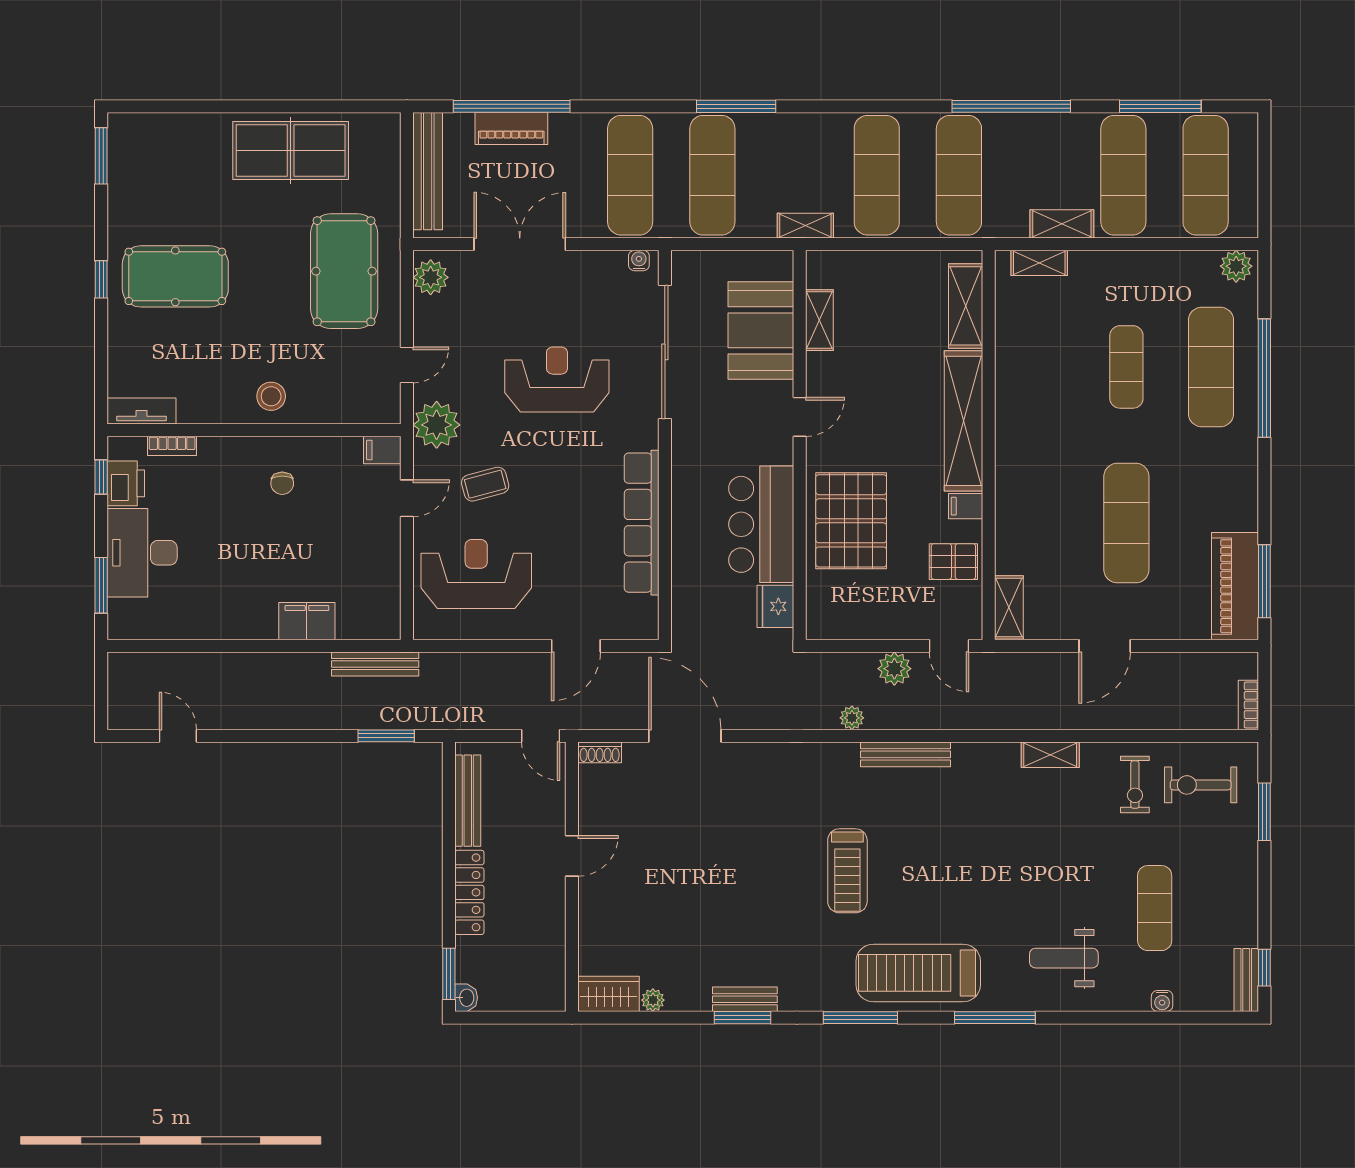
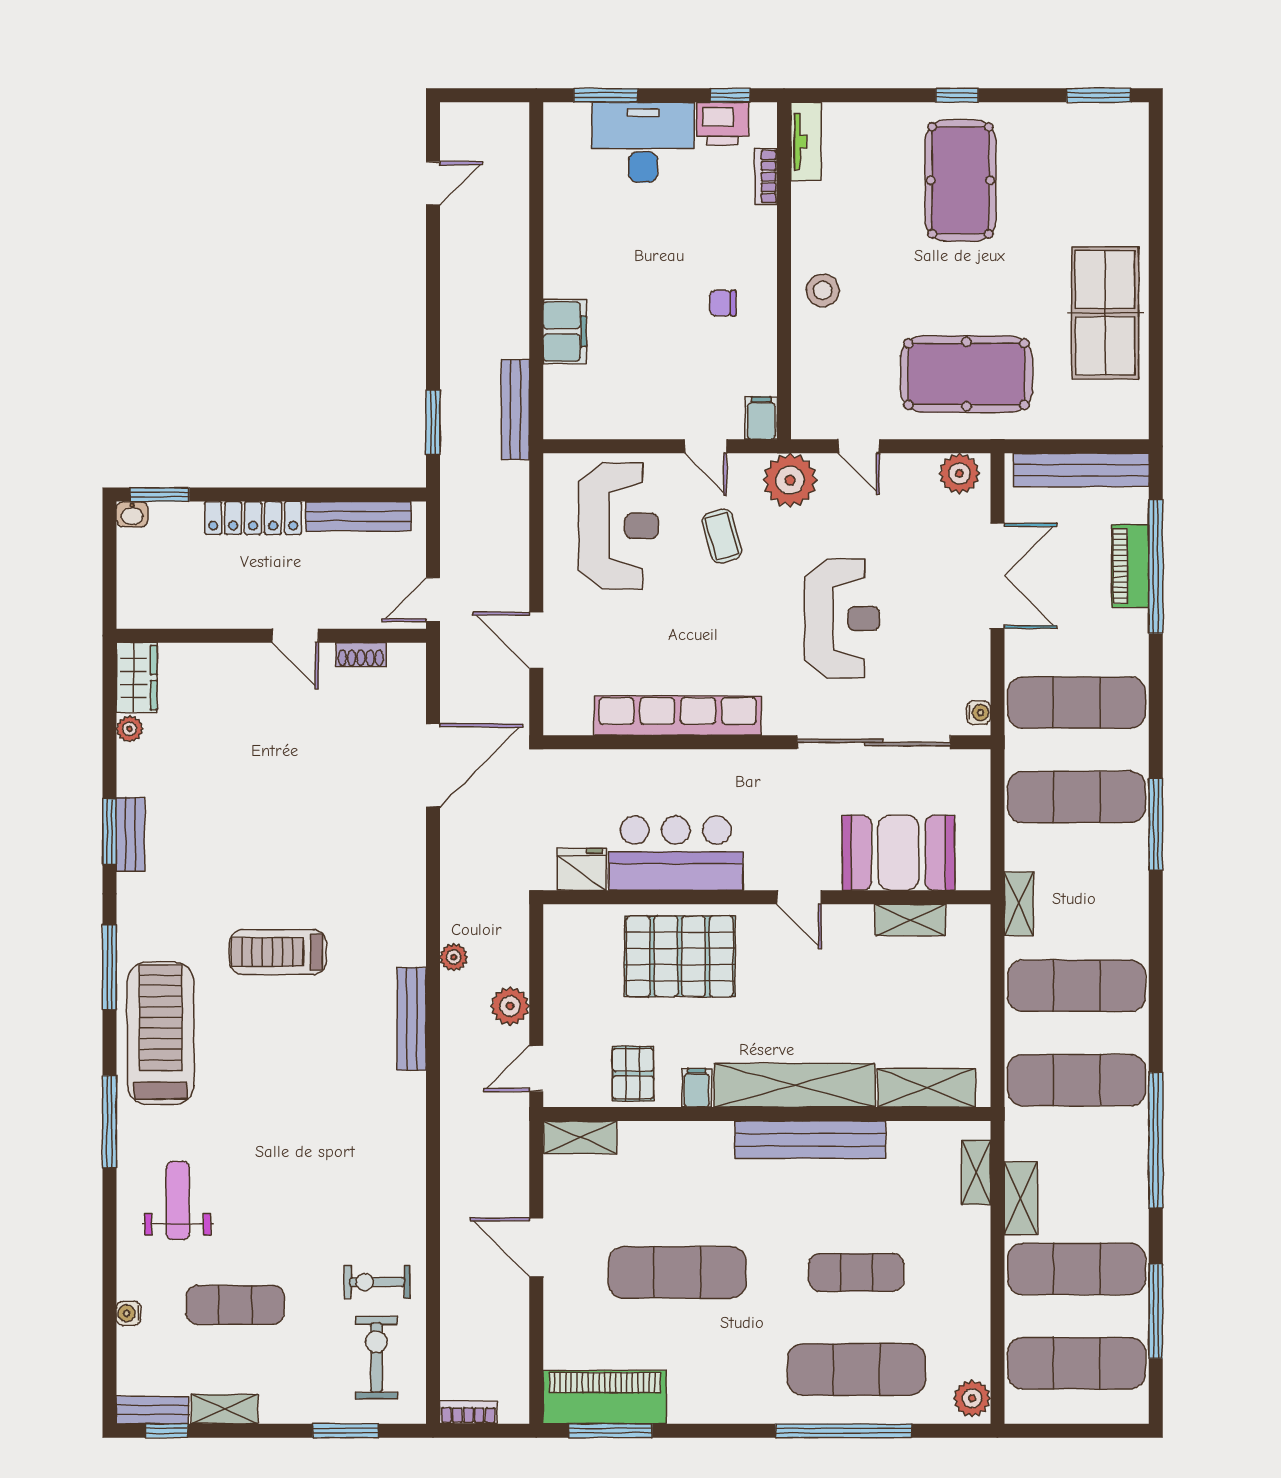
bench: (1011, 407) -> (810, 1140), added
shoe rack: (600, 752) -> (361, 655), moved, turned -90
shelving: (1050, 755) -> (225, 1409), moved, turned 90

